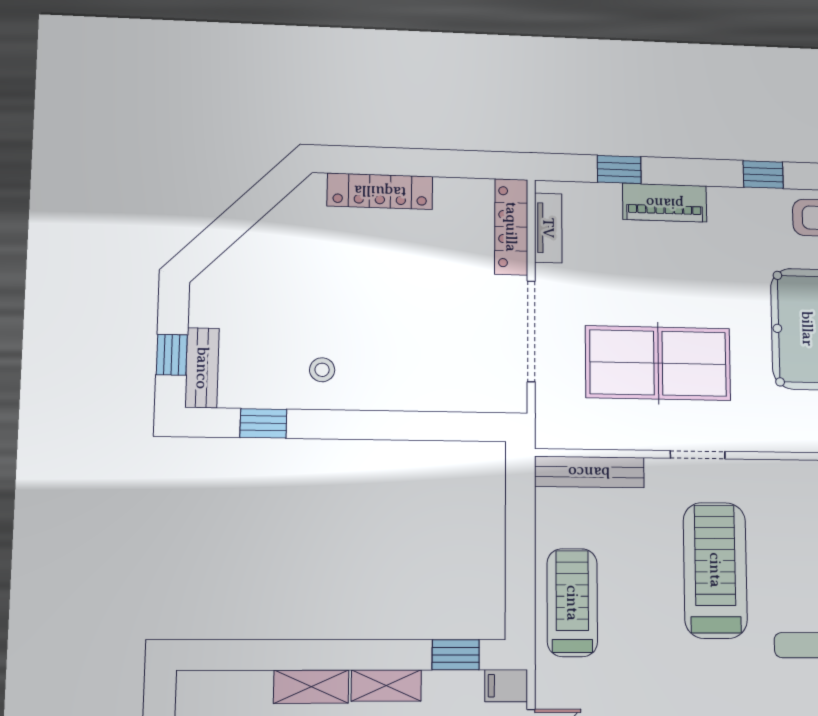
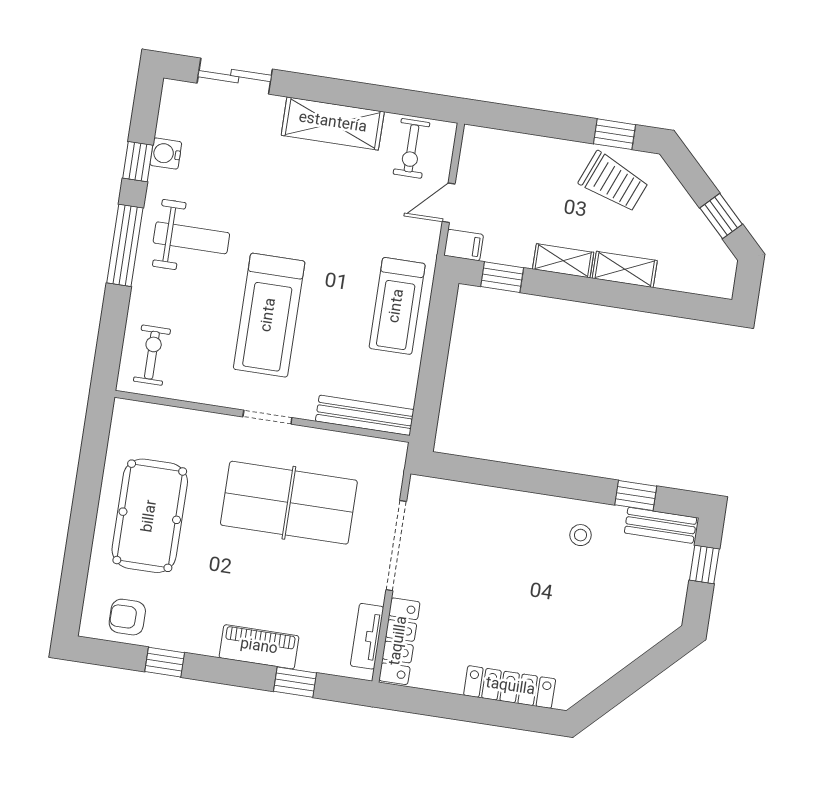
bench: (202, 368) -> (661, 525), moved, turned 90

